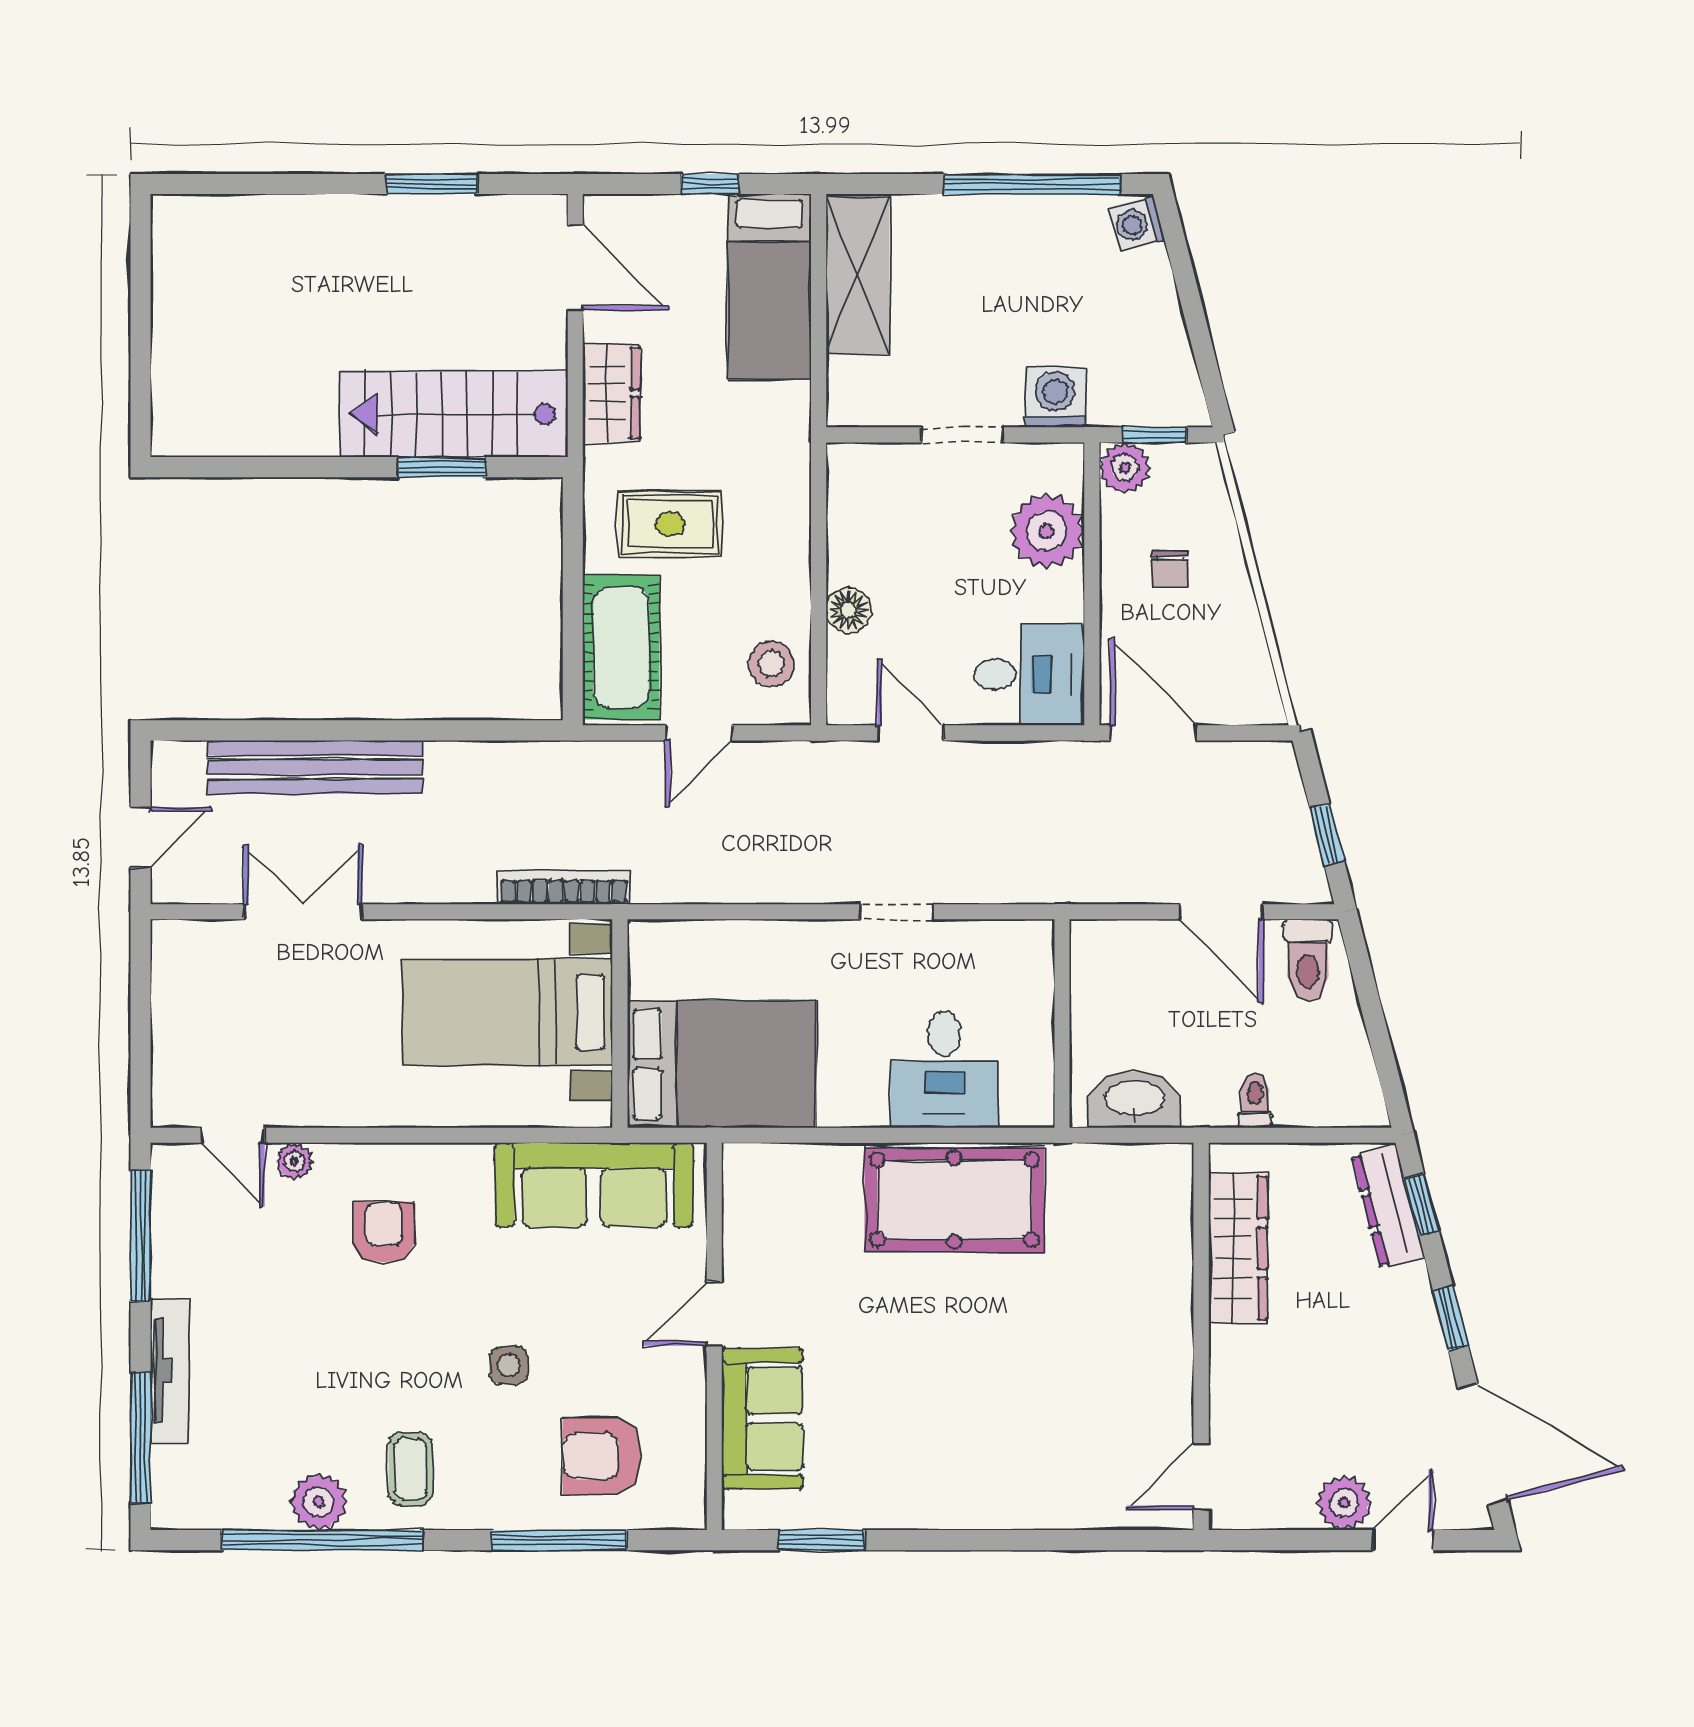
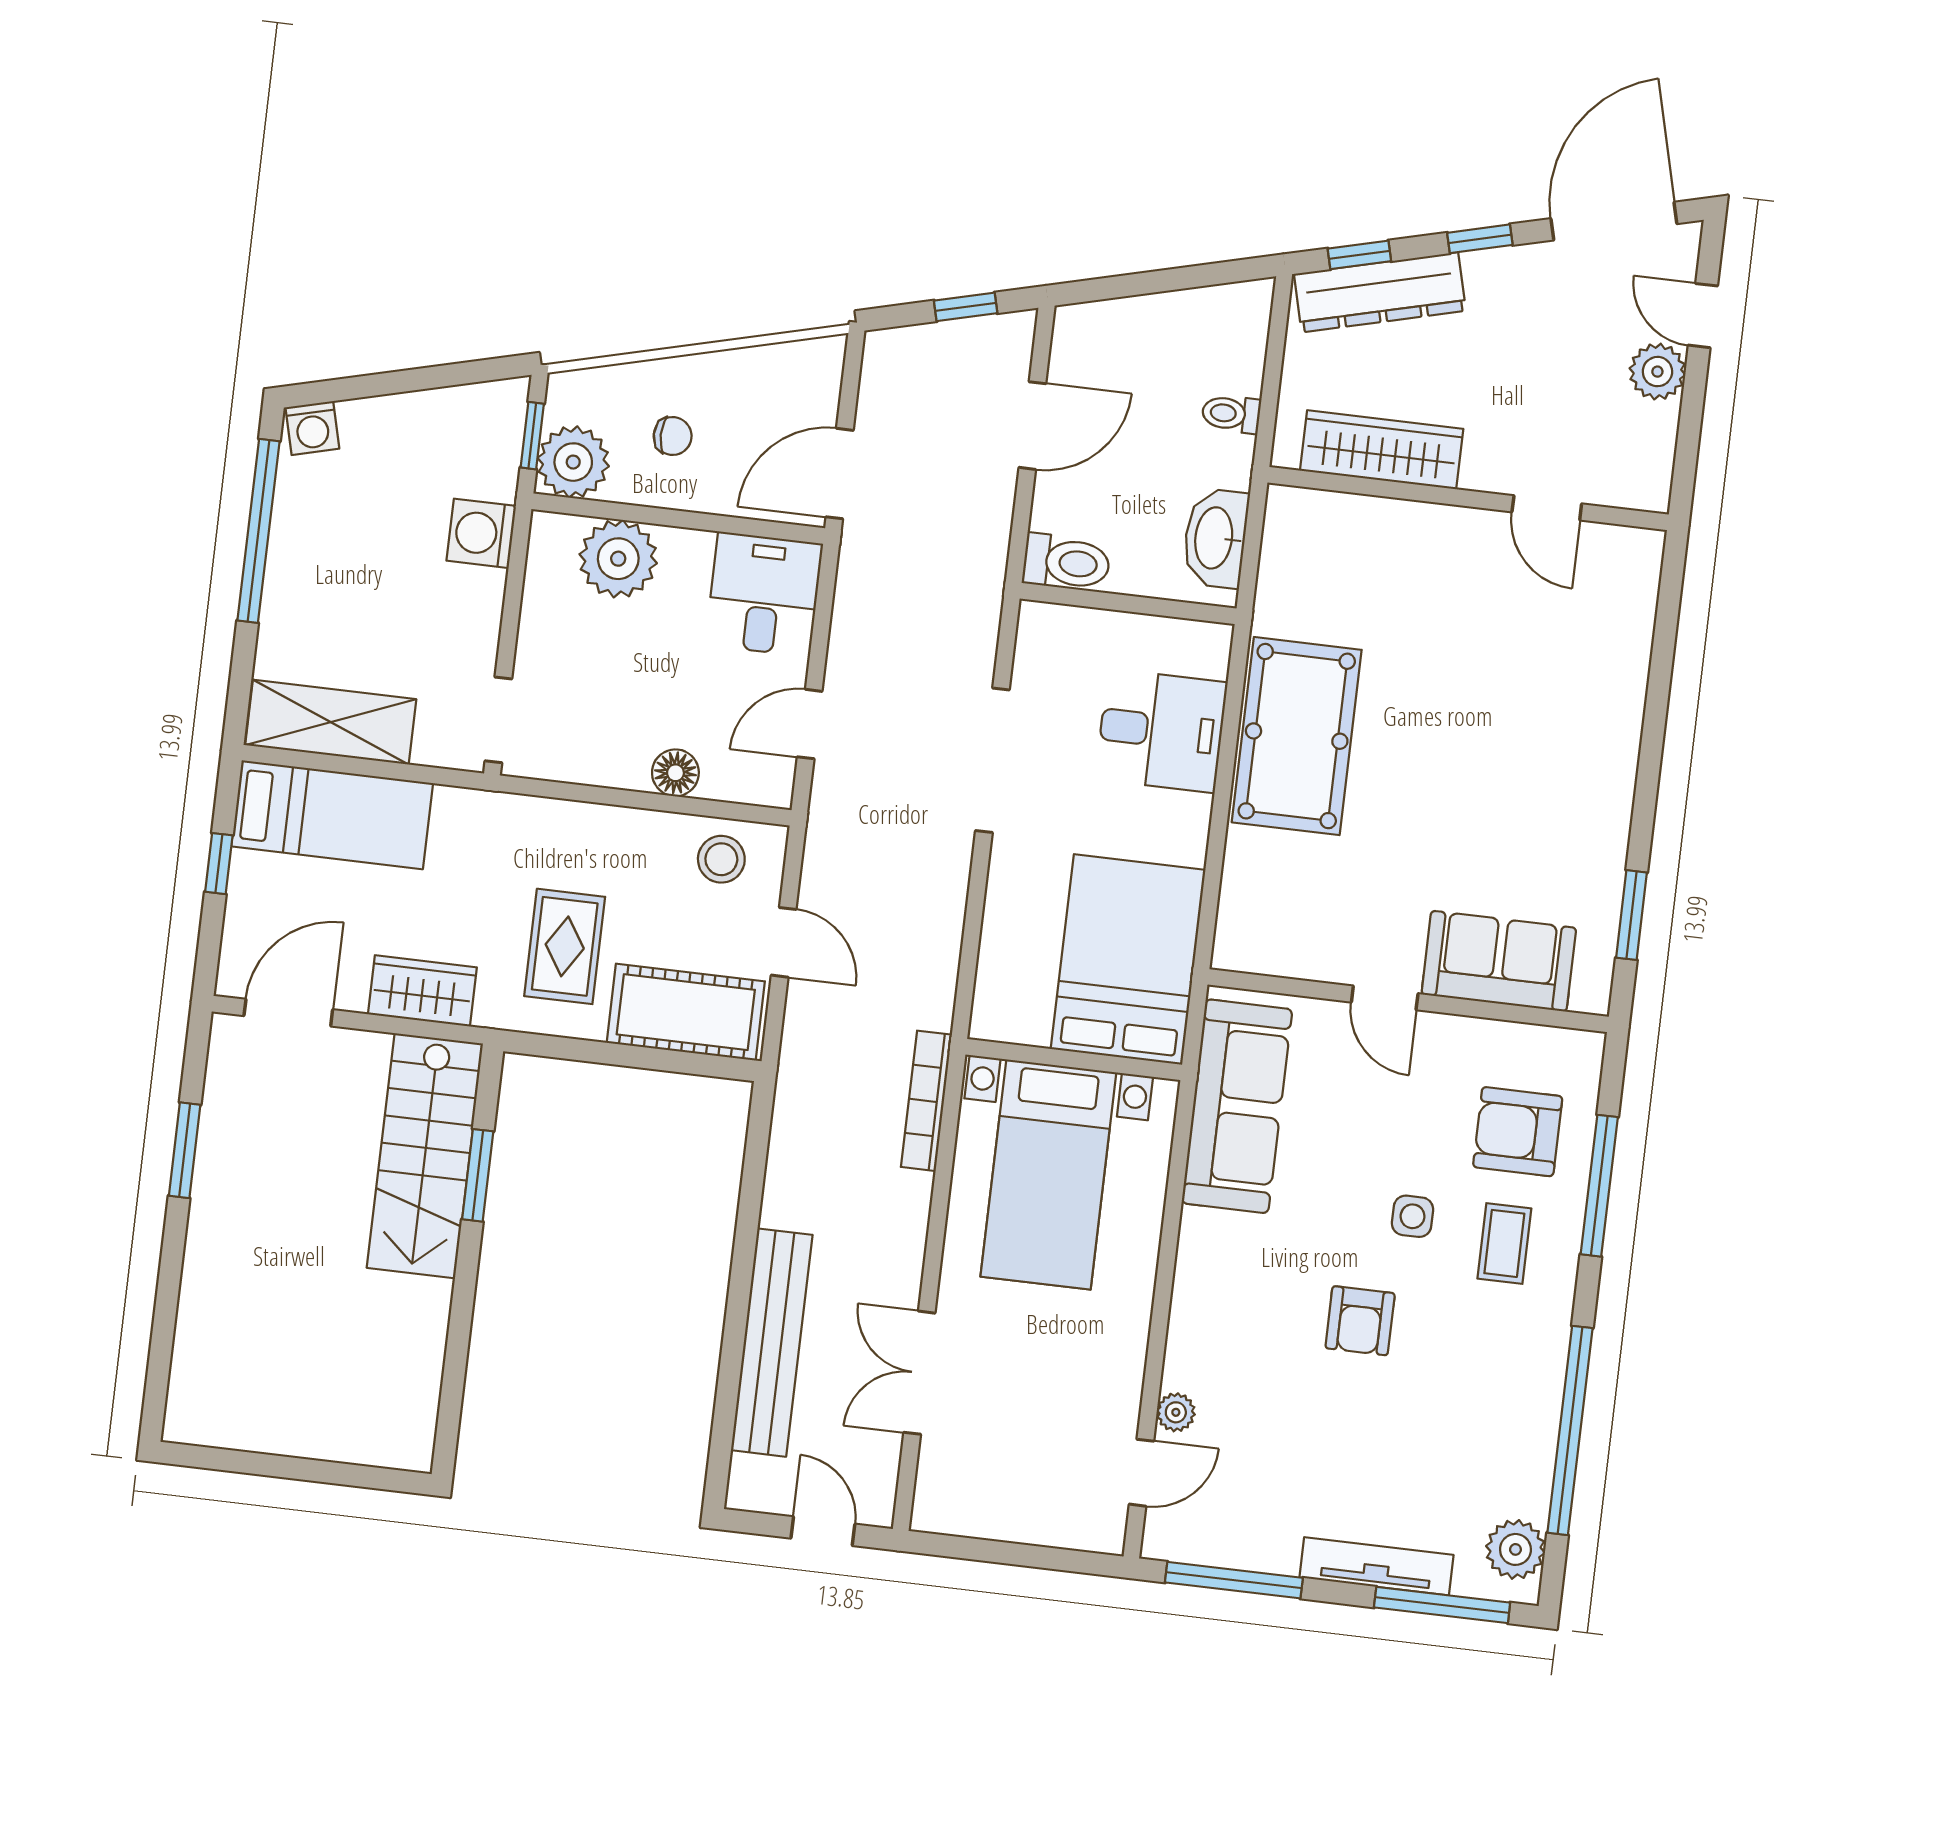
doorway: (962, 435) -> (498, 720), moved
plant: (1125, 468) -> (573, 462), width x1.36, depth x1.36
doorway: (897, 912) -> (992, 760), width x1.87
toilet: (1308, 960) -> (1066, 562), moved
dresser: (1388, 1207) -> (1380, 292), width x1.37, depth x1.24
armchair: (384, 1232) -> (1360, 1321), moved, turned -90
armchair: (602, 1456) -> (1518, 1132), turned 90
coffee table: (410, 1469) -> (1504, 1243), moved, turned 90
door: (1201, 1477) -> (1547, 508), moved
plant: (319, 1502) -> (1515, 1549), moved

